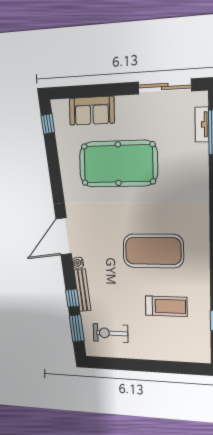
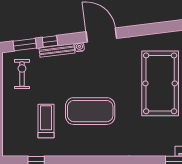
exercise mat: (153, 251) -> (90, 111), turned 90
treadmill: (166, 306) -> (46, 121), turned 180

